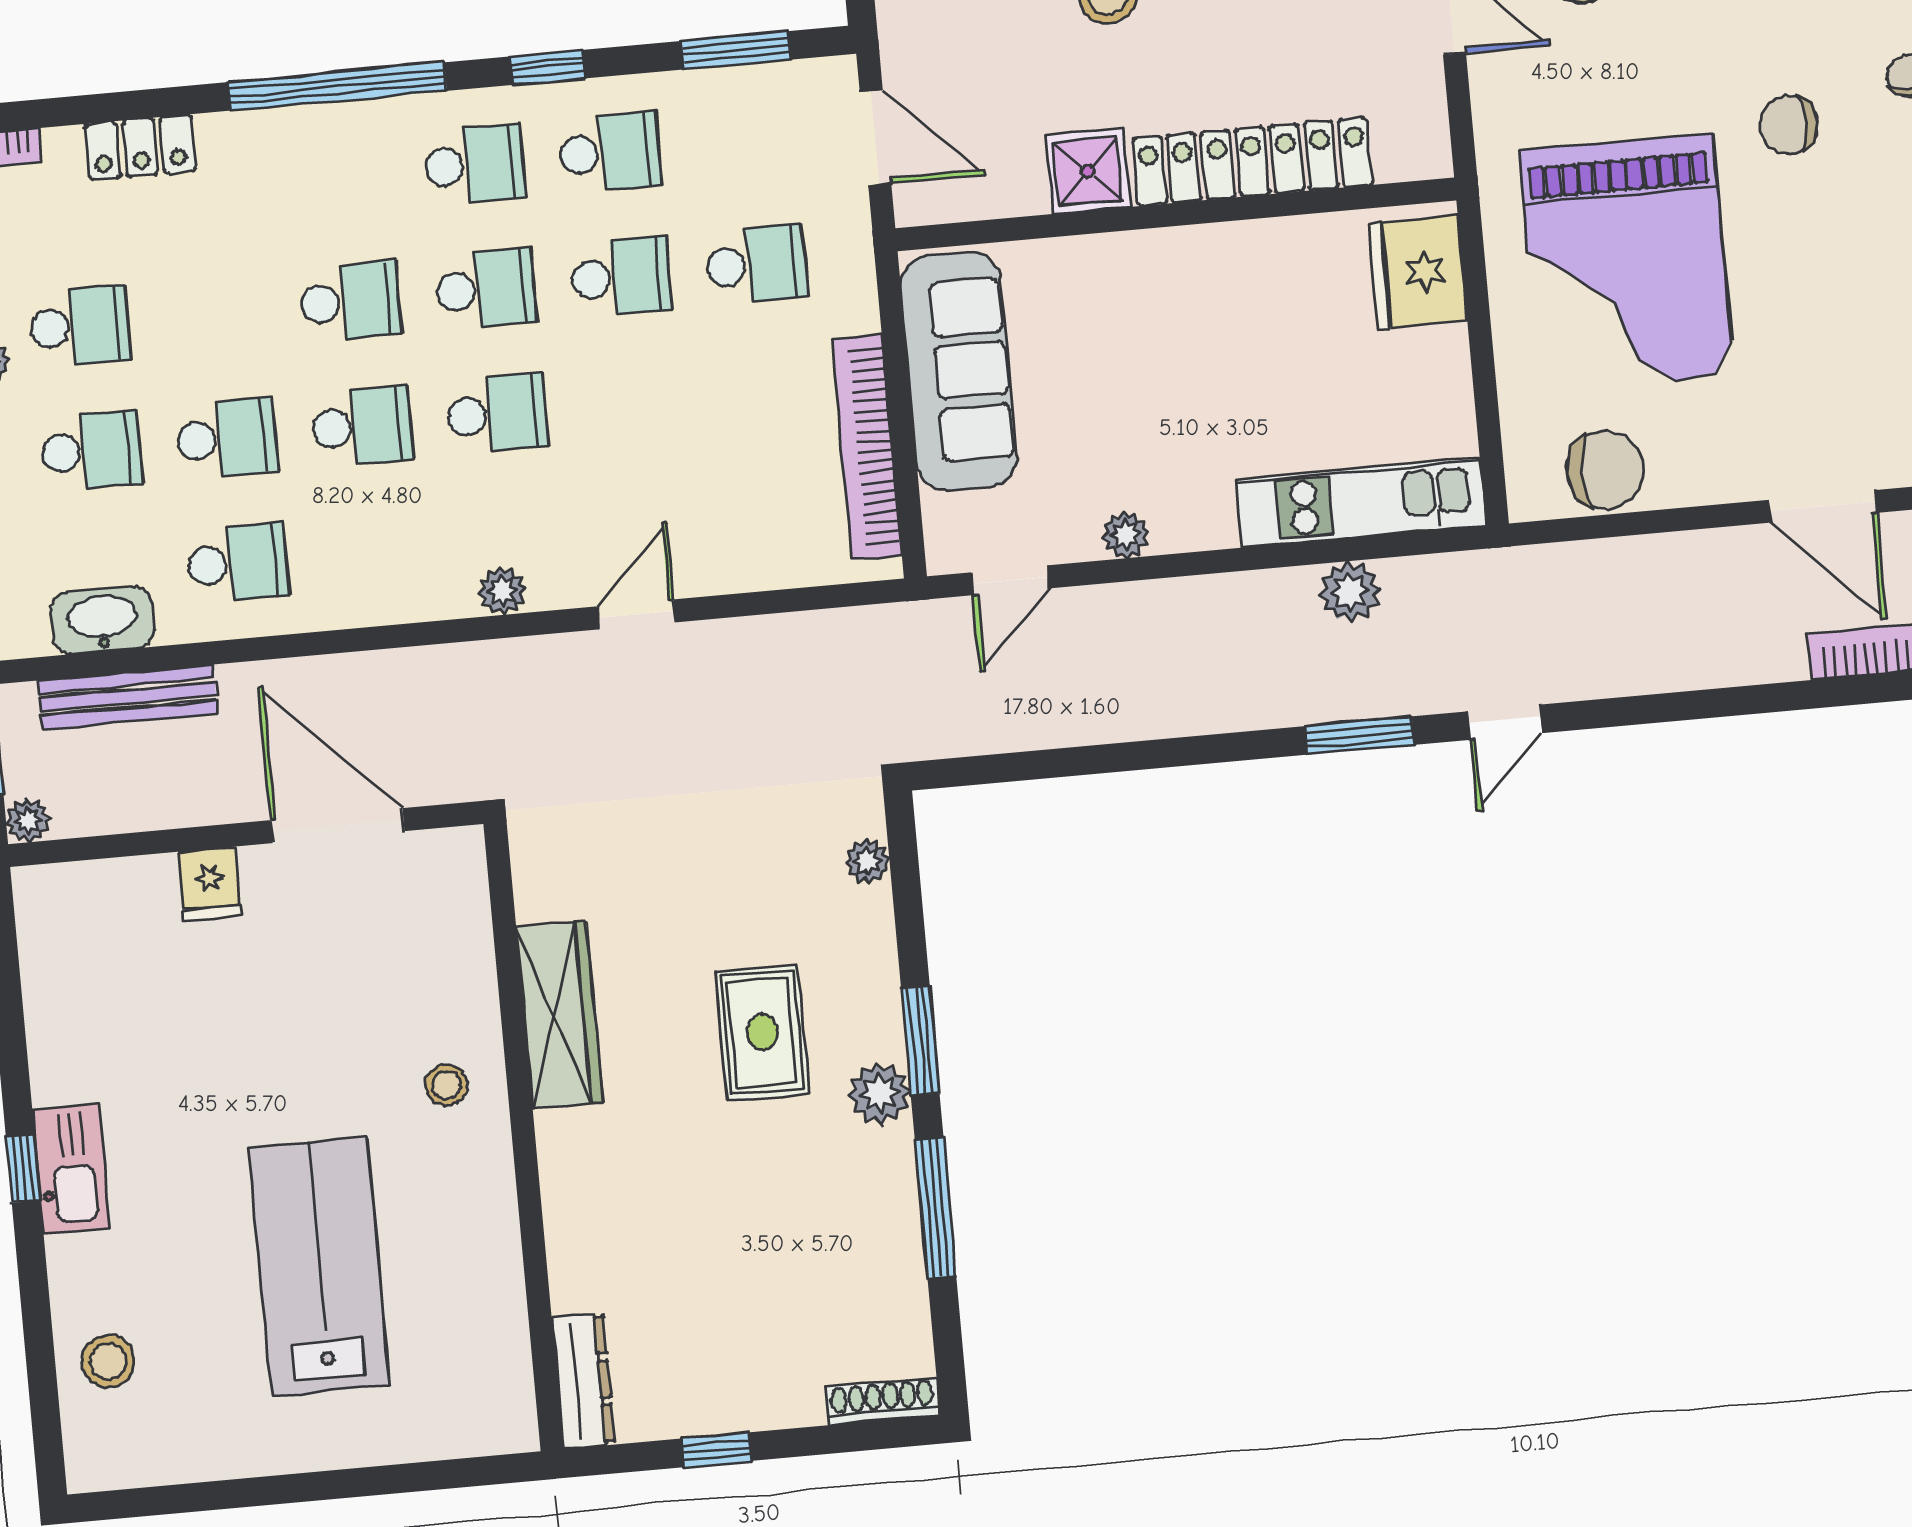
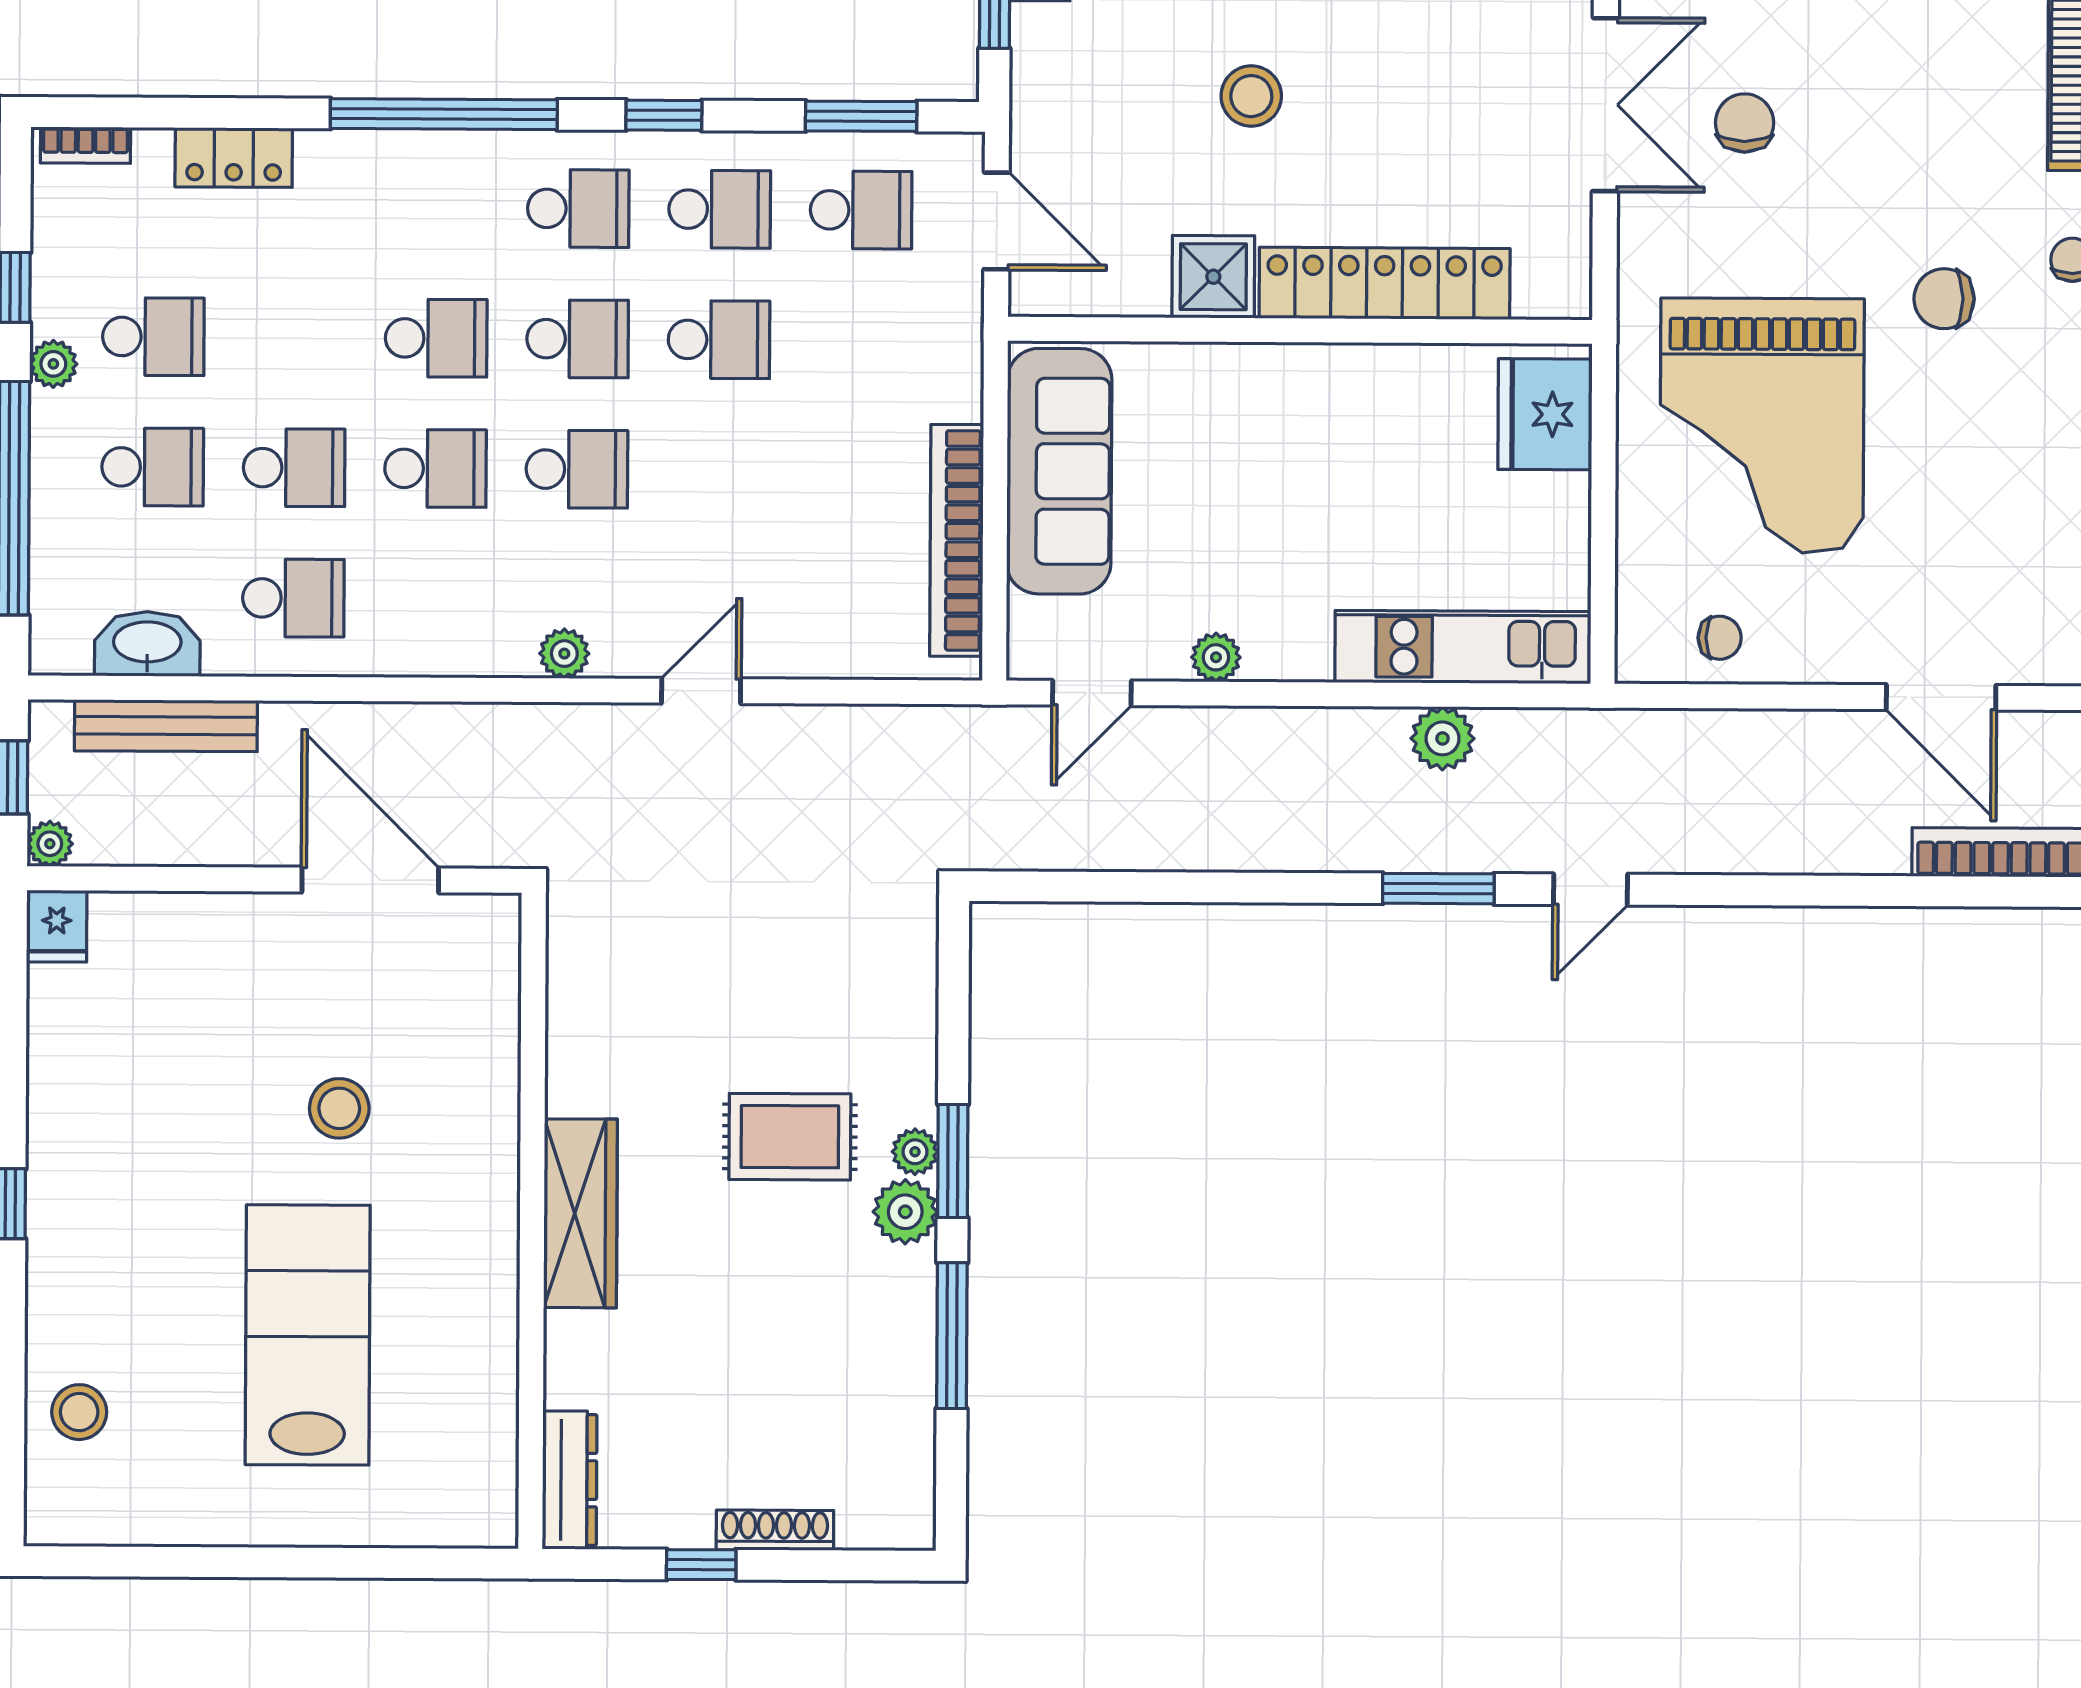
school desk: (756, 264) -> (861, 210), moved
chair: (1605, 470) -> (1720, 638), width x0.54, depth x0.54
plant: (867, 861) -> (915, 1152), moved
fridge: (210, 883) -> (57, 926), moved
wardrobe: (559, 1015) -> (580, 1213), moved
rug: (762, 1032) -> (790, 1137), turned 90
stool: (446, 1085) -> (339, 1108), moved, width x1.37, depth x1.37
kitchen sink: (71, 1169) -> (60, 1209), removed
shoe rack: (882, 1401) -> (775, 1530), moved

